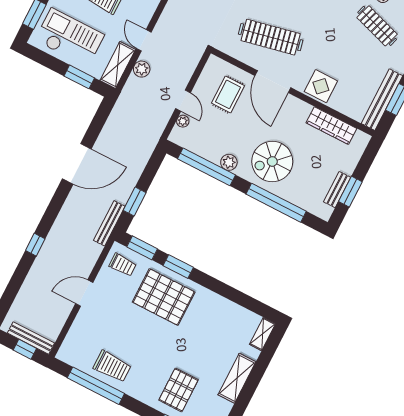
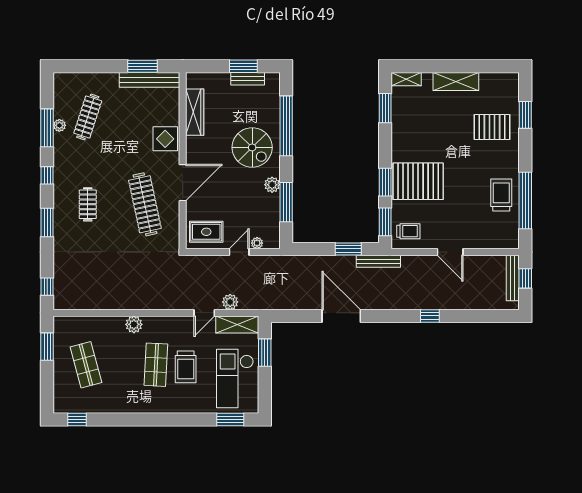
rug: (228, 94) -> (206, 232), moved
window: (206, 167) -> (286, 202), width x0.68
trolley: (123, 265) -> (408, 231), turned 90
pallet: (164, 297) -> (418, 181), turned 90
window: (246, 301) -> (385, 108), added

